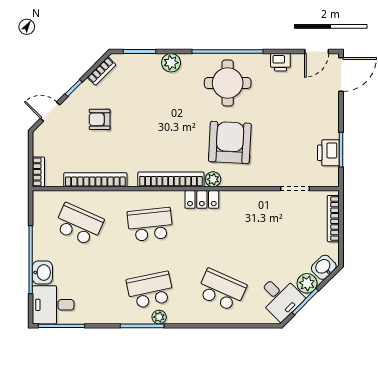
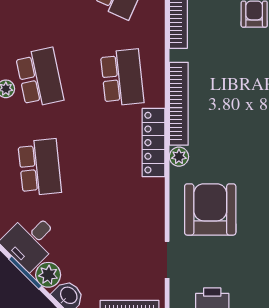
armchair: (230, 142) -> (210, 209), moved, turned -93
locker: (202, 199) -> (154, 143), width x1.53
school desk: (222, 290) -> (40, 167), turned -30

